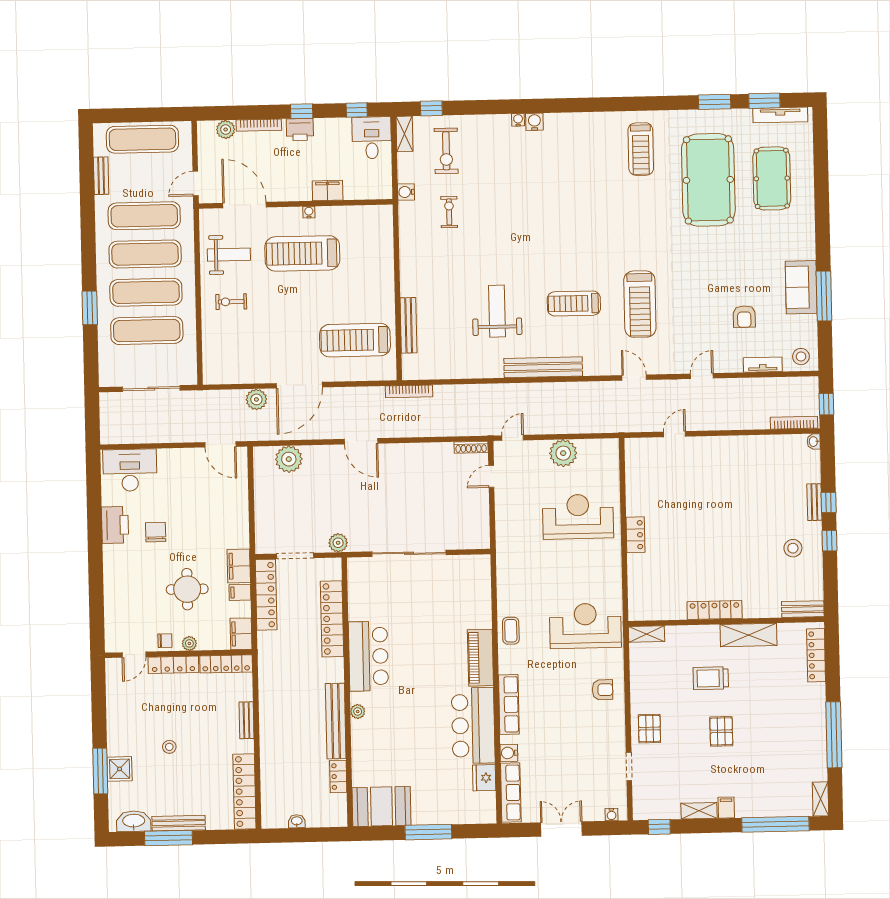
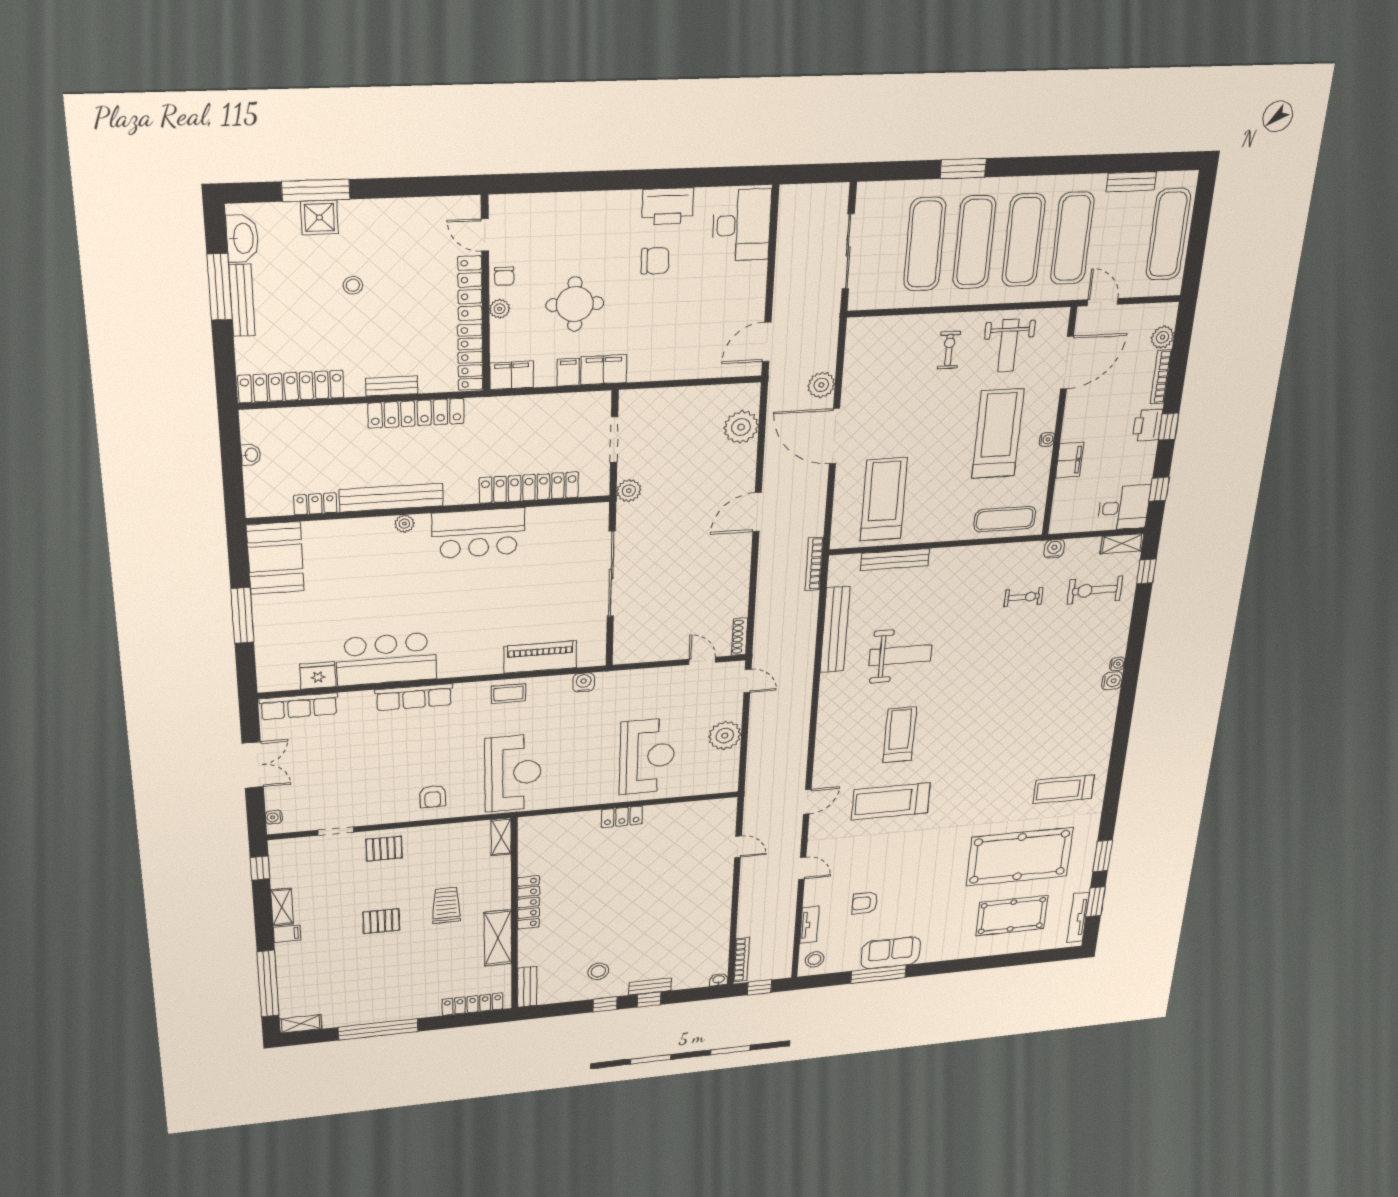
exercise mat: (377, 238) -> (1005, 519), added
bench: (543, 367) -> (835, 630), moved
locker: (266, 595) -> (416, 413), moved
piano: (480, 658) -> (540, 657), moved
water cooler: (509, 753) -> (584, 682), moved

